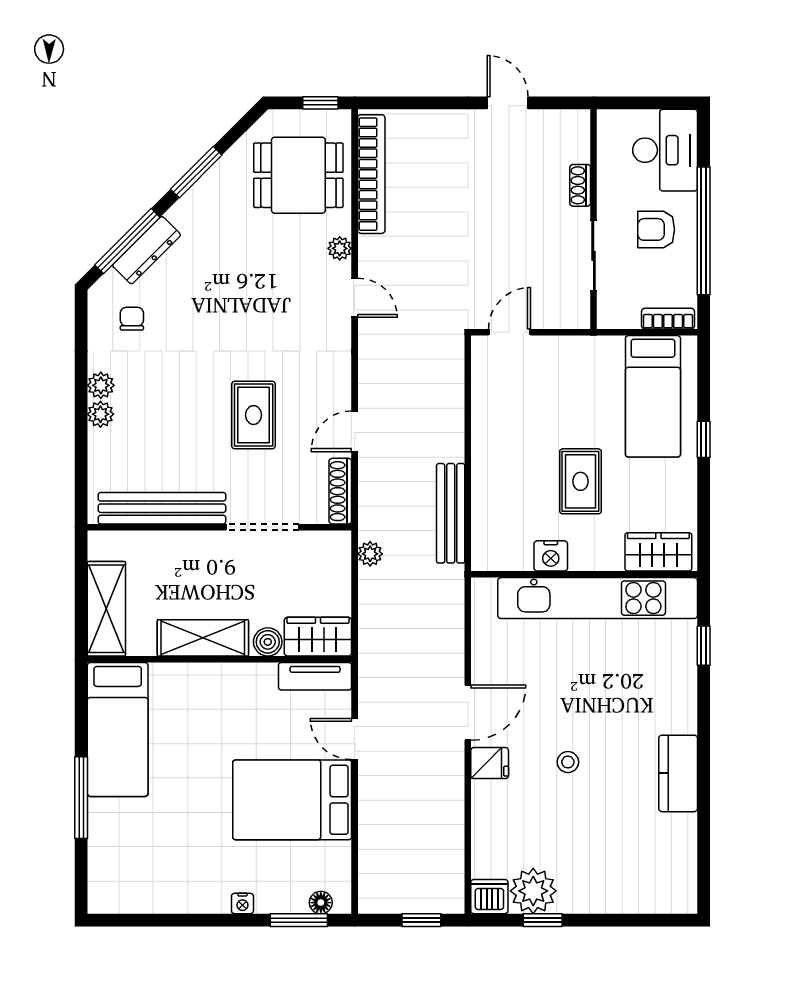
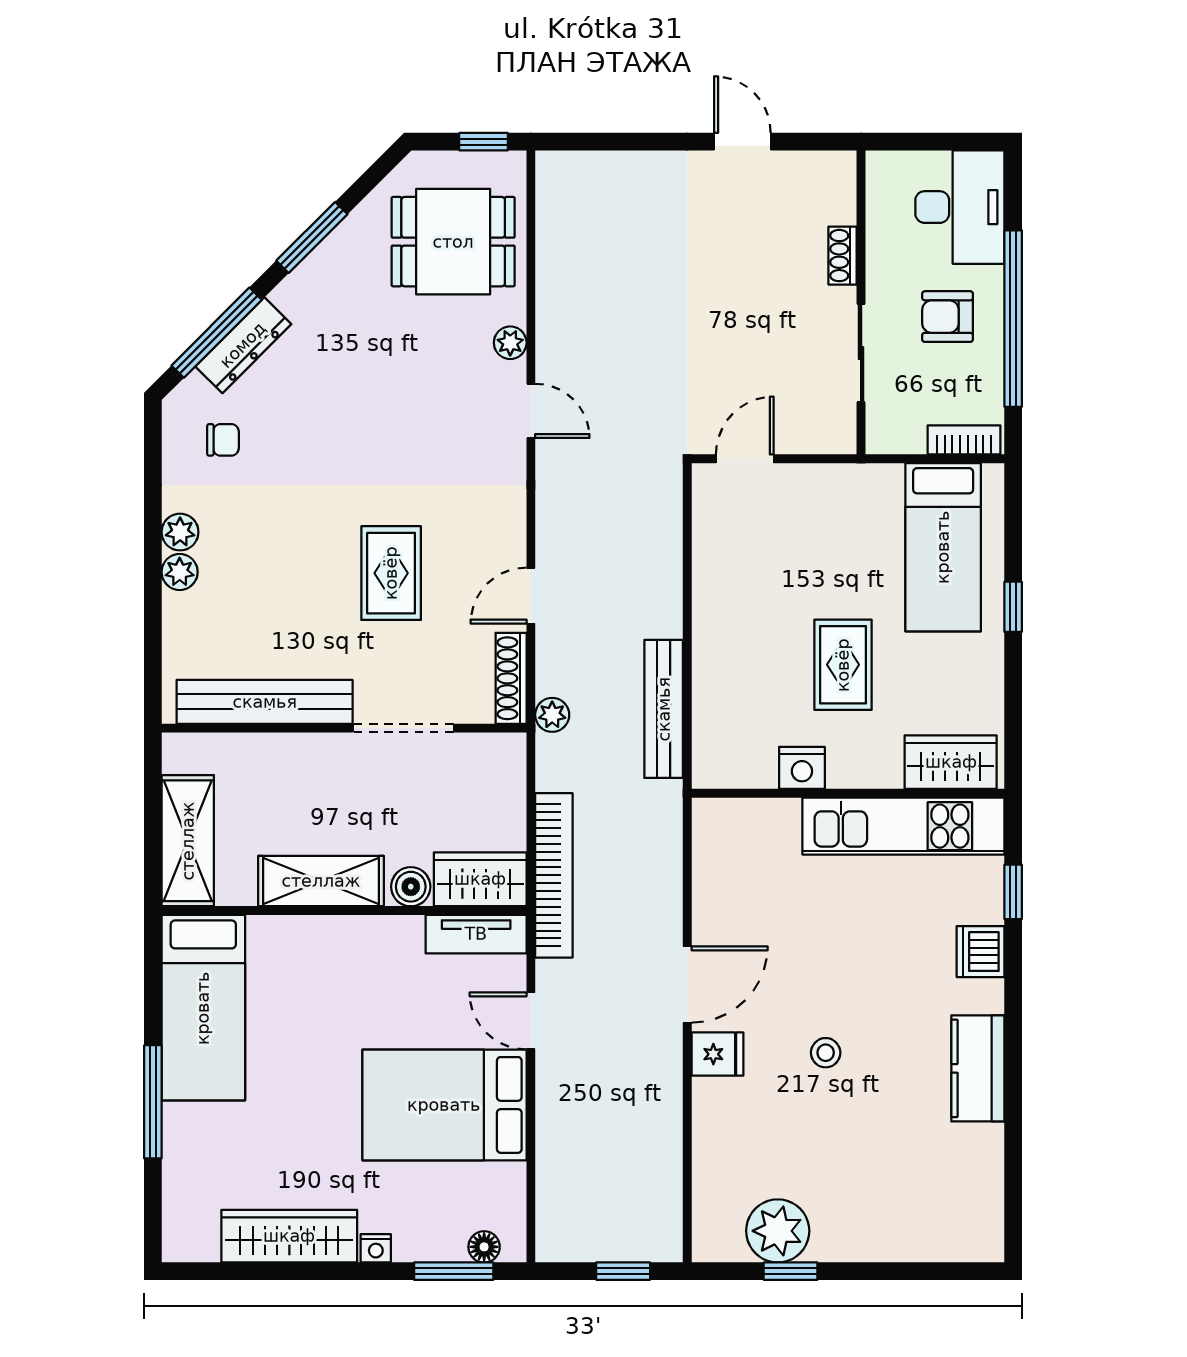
bookcase: (371, 174) -> (554, 875), moved
chair: (132, 319) -> (223, 440), turned 90
plant: (370, 554) -> (552, 715), moved
kitchen unit: (598, 598) -> (903, 826), width x0.73
wardrobe: (180, 895) -> (289, 1236), added
dishwasher: (489, 897) -> (981, 952), moved, turned -90

